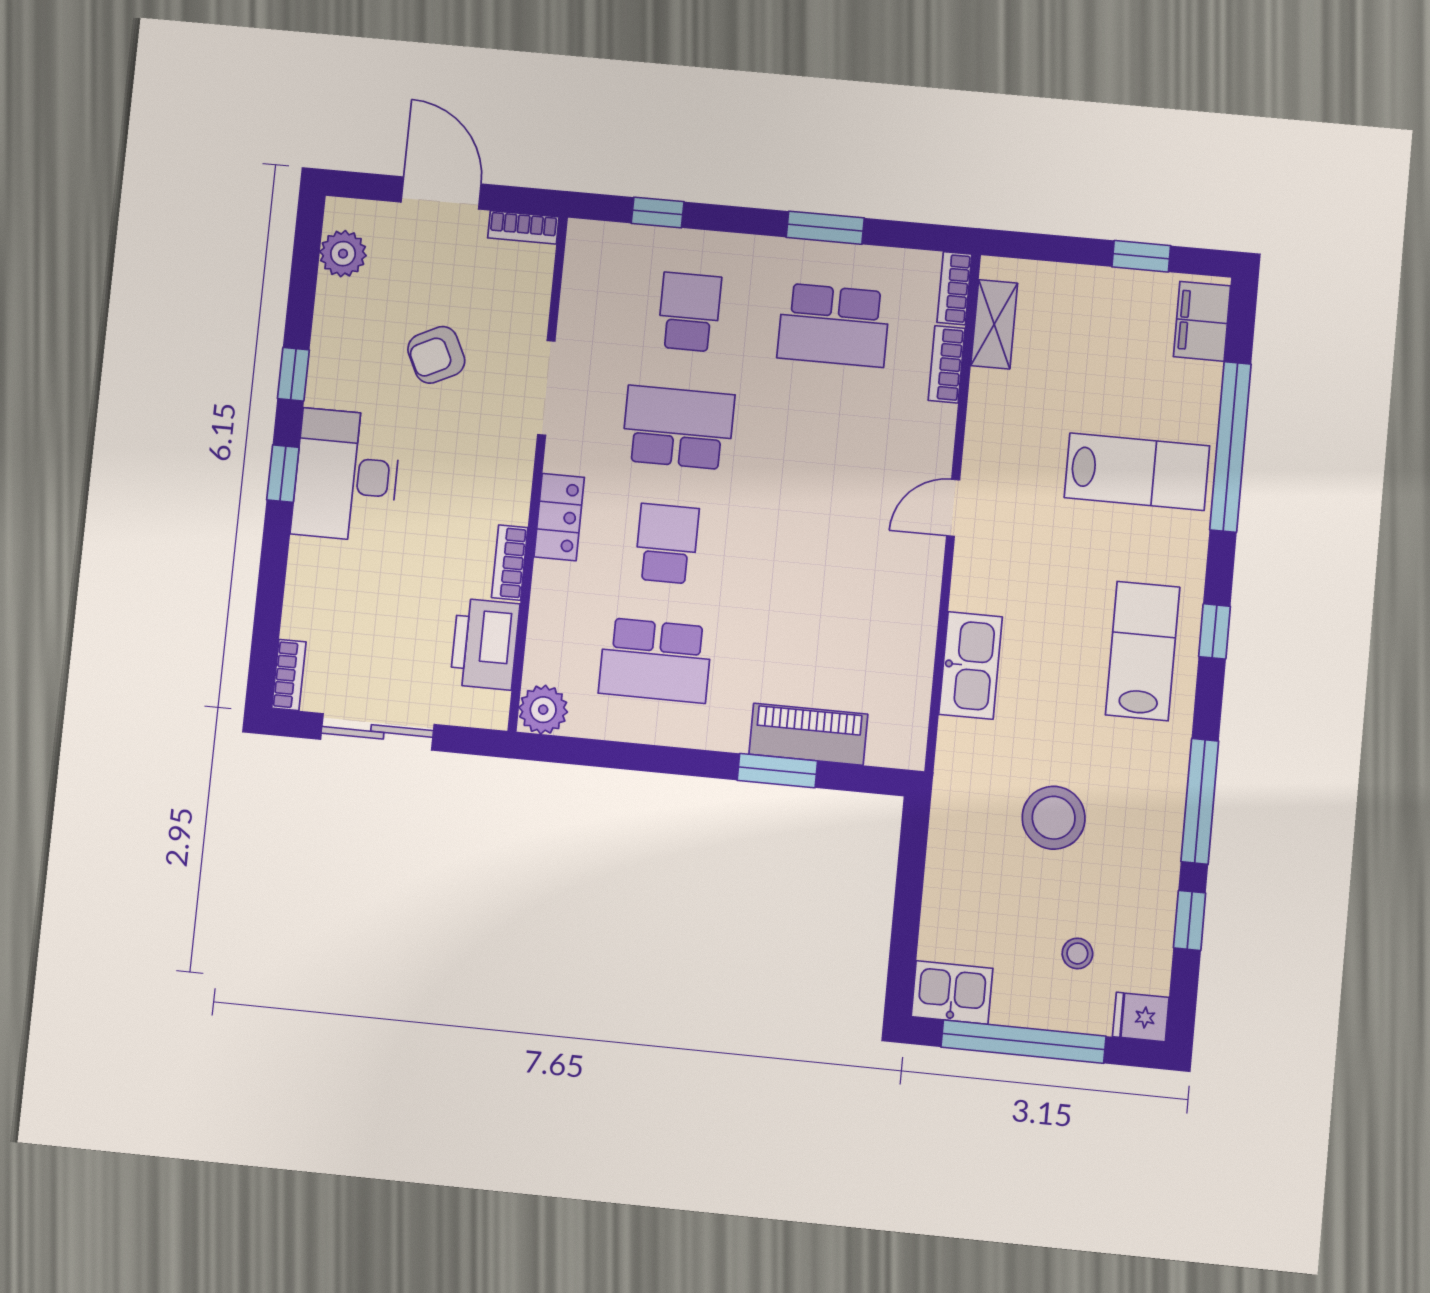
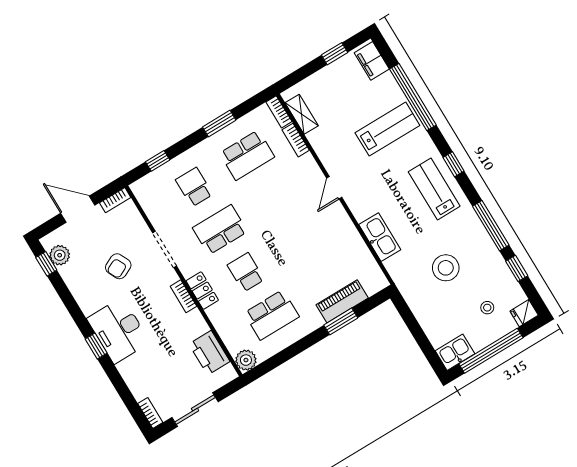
window: (293, 374) -> (46, 264), moved
bookcase: (510, 563) -> (183, 296), moved

